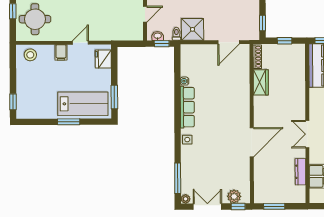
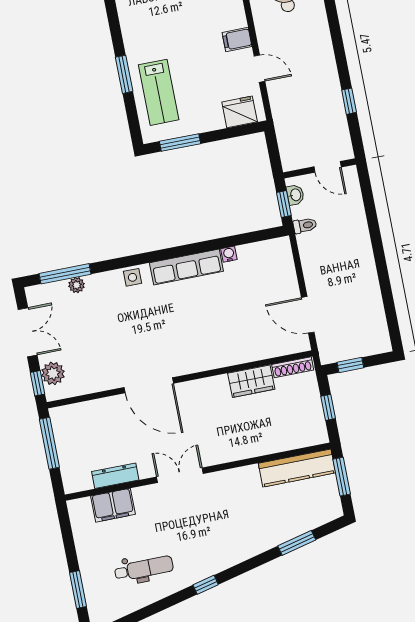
shower: (192, 29) -> (317, 251), removed
lab bench: (83, 104) -> (159, 92), width x0.73, depth x0.72
plant: (186, 199) -> (77, 285), moved
window: (274, 206) -> (49, 443), width x1.44

